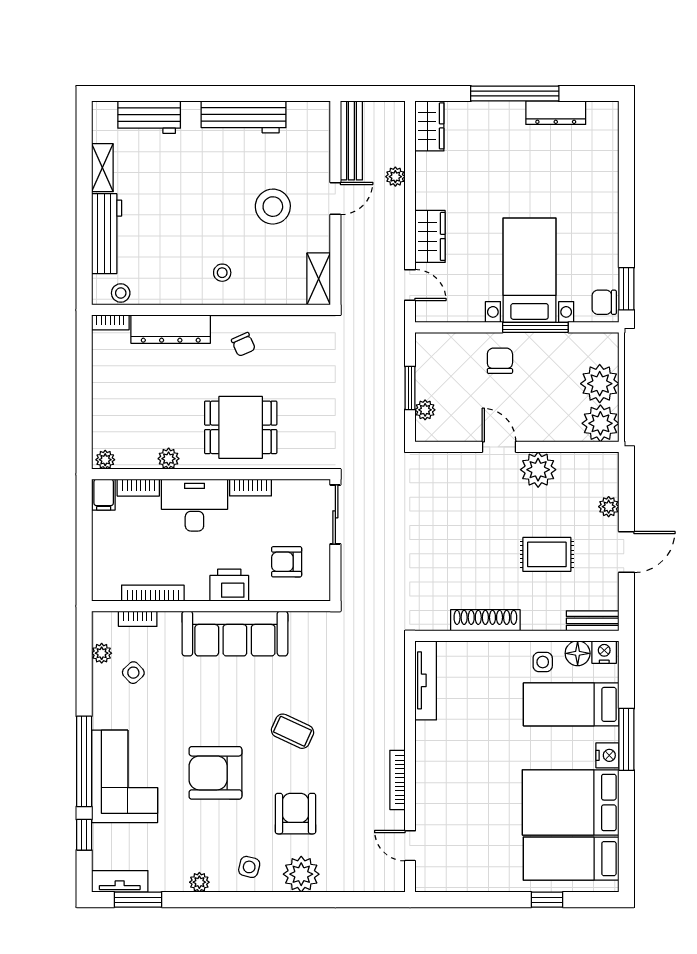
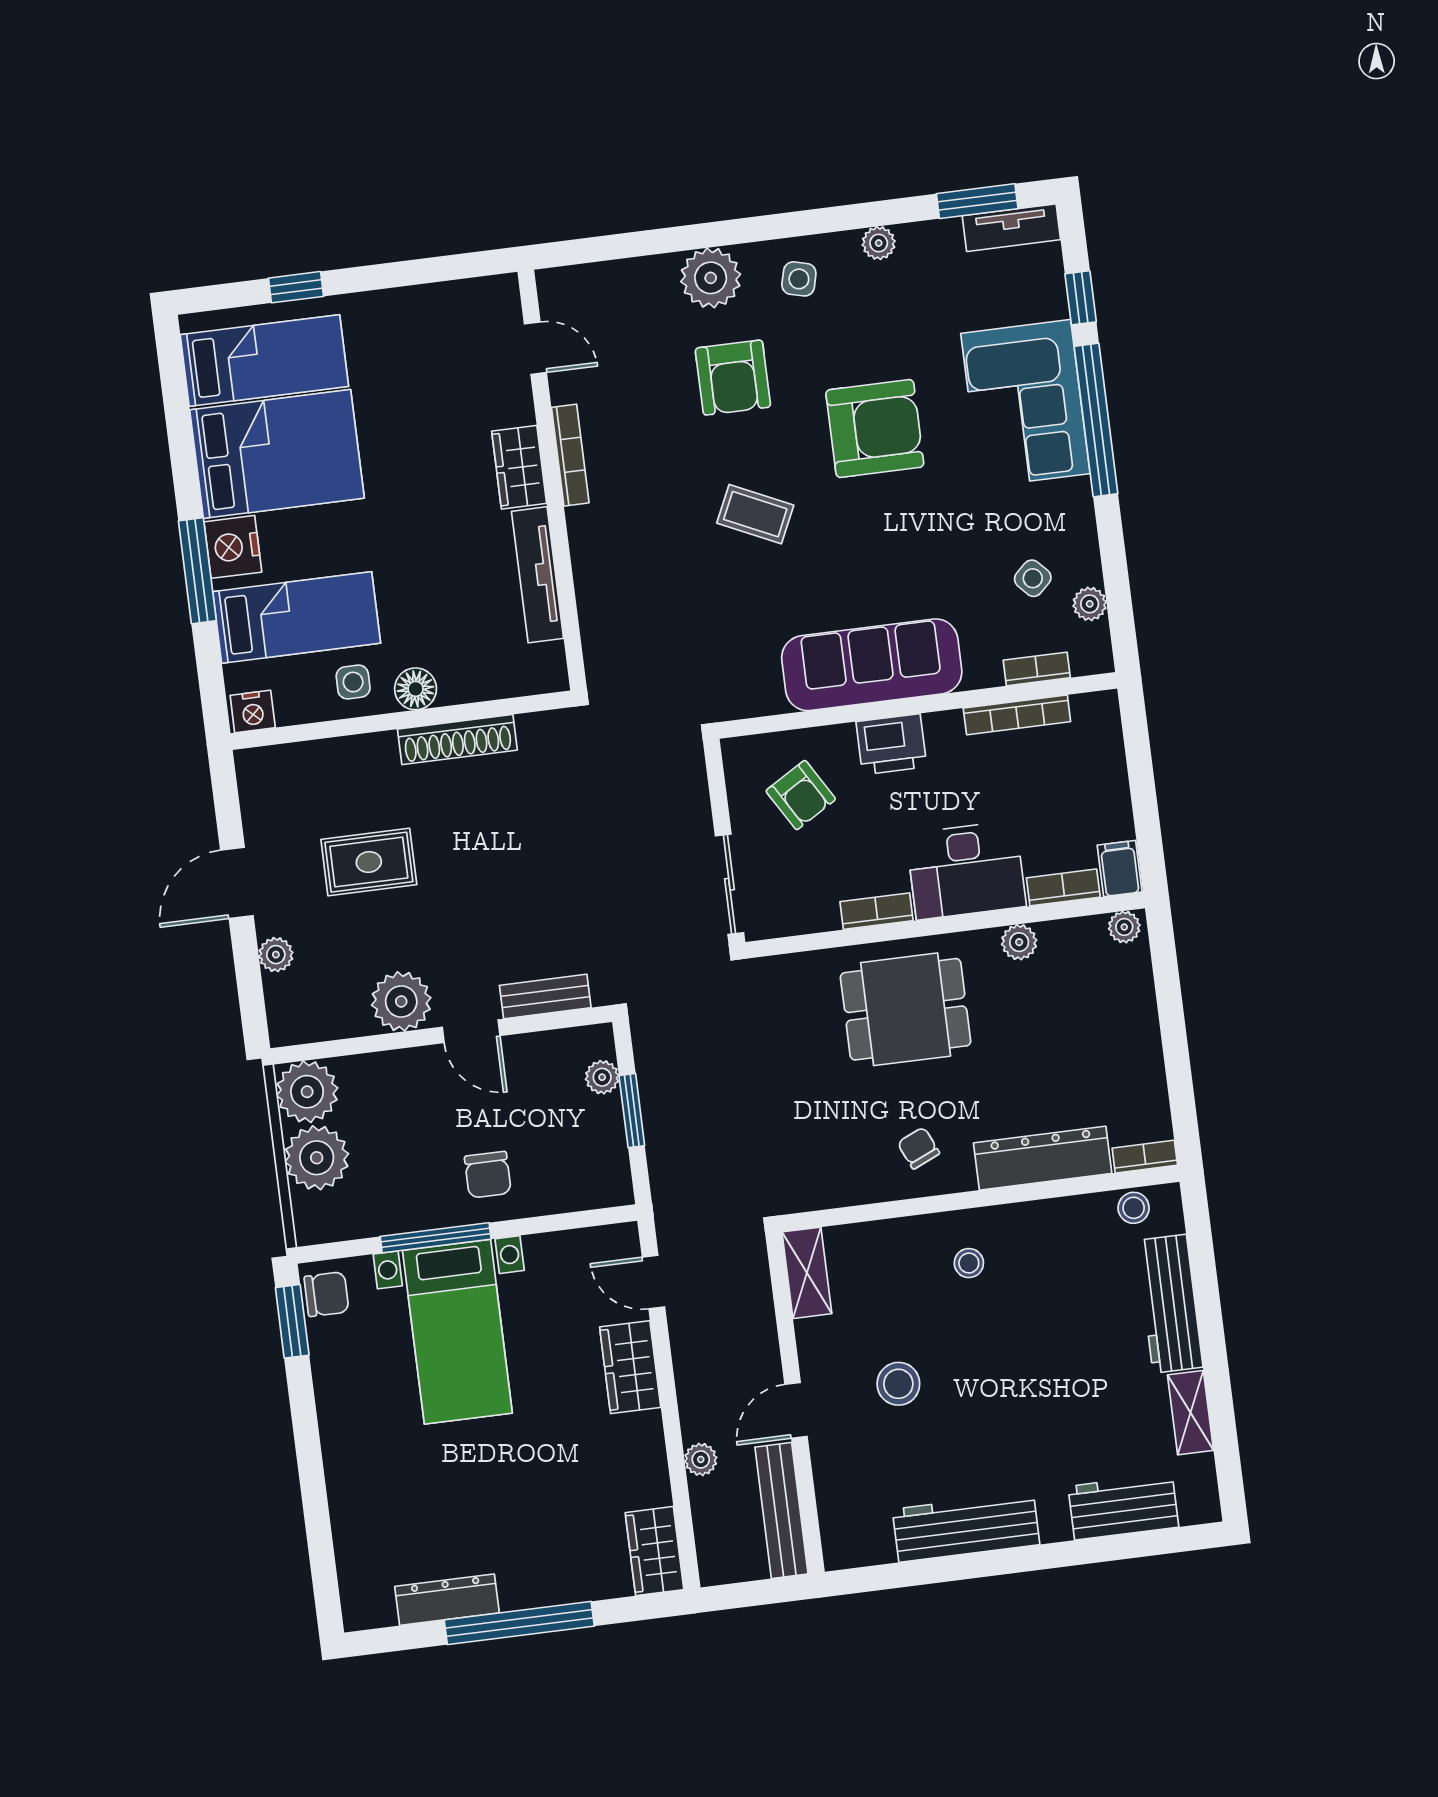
stool: (273, 207) -> (898, 1384), width x0.73, depth x0.73
armchair: (287, 562) -> (801, 795), turned 59
bench: (593, 621) -> (545, 996), moved
floor lamp: (578, 653) -> (416, 689), moved
tv unit: (426, 680) -> (538, 575), moved
nightstand: (607, 755) -> (233, 547), width x1.36, depth x1.33
wardrobe: (429, 777) -> (519, 467), added

